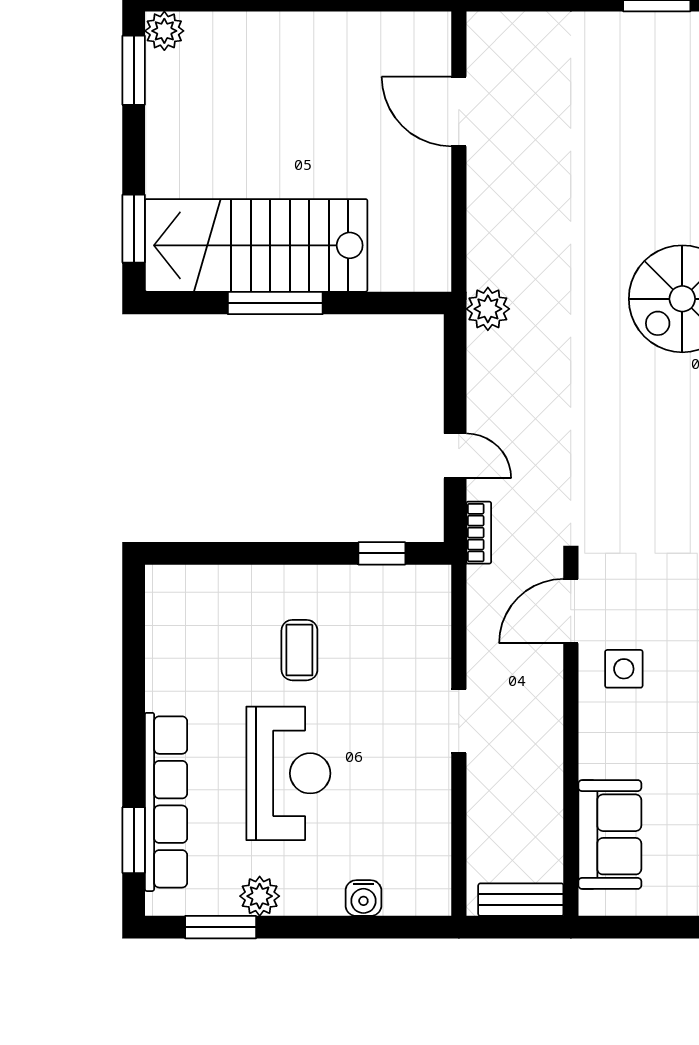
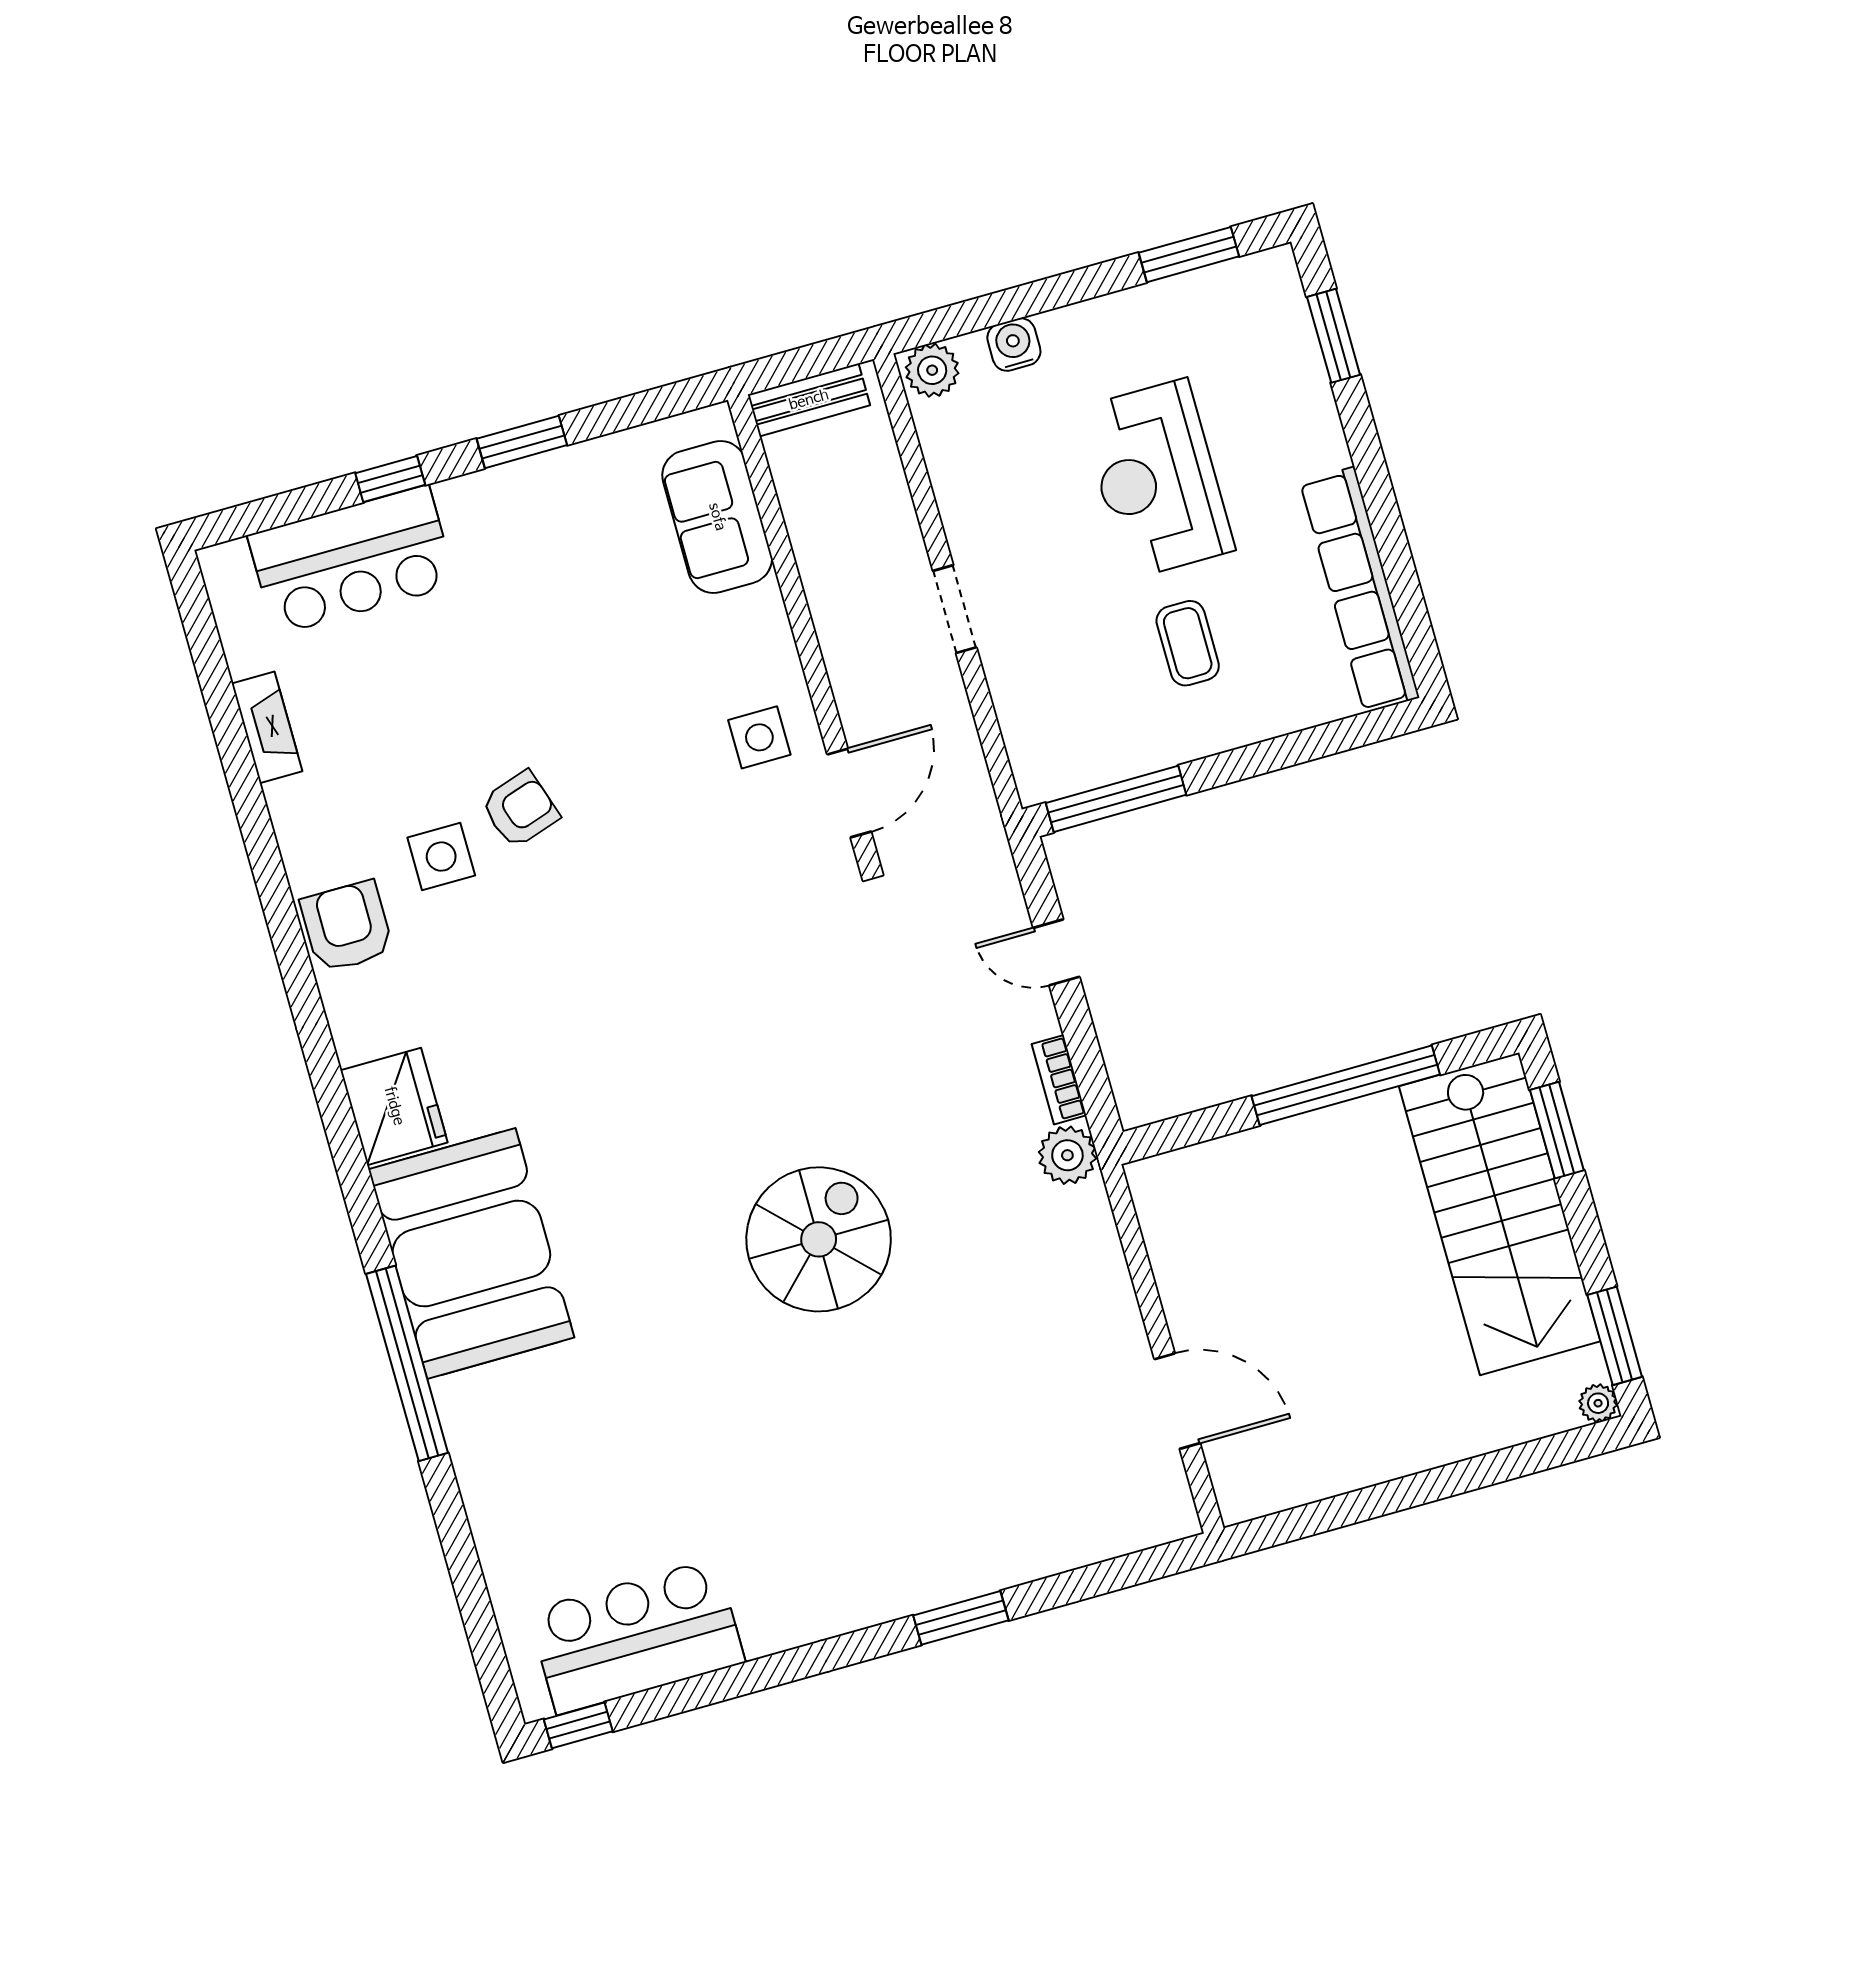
plant: (164, 31) -> (1598, 1403), width x0.73, depth x0.73
stairs: (256, 245) -> (1500, 1214), moved, turned 90
window: (275, 303) -> (1346, 1085), width x1.46
bookcase: (479, 533) -> (1059, 1080), moved
window: (382, 553) -> (1116, 799), width x2.17
row of seats: (166, 802) -> (1360, 590), moved
plant: (260, 896) -> (932, 370), moved

